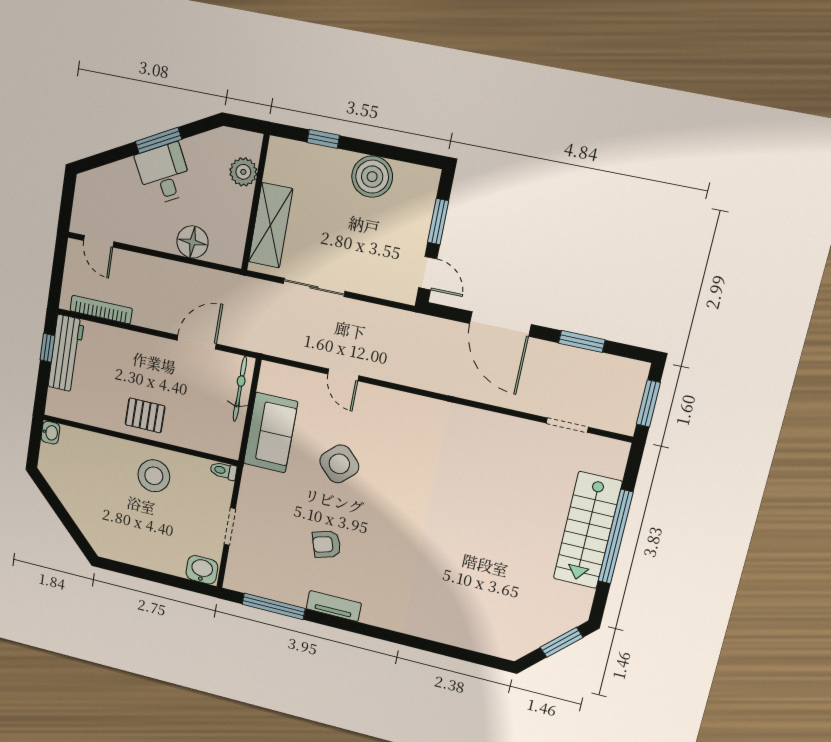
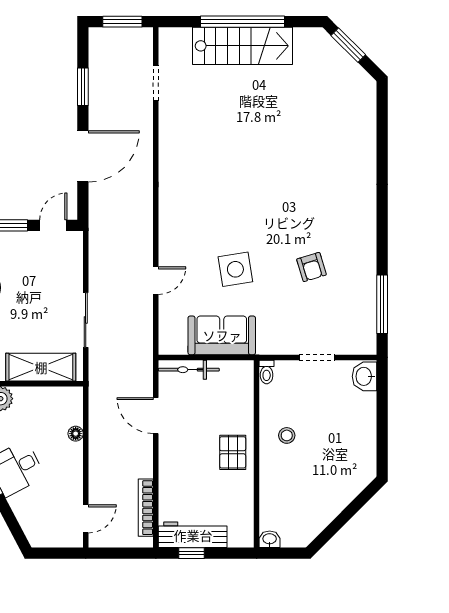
floor lamp: (192, 242) -> (76, 434), width x0.53, depth x0.53
side table: (339, 464) -> (235, 269), turned 35
stool: (154, 476) -> (287, 435), width x0.53, depth x0.53
tv unit: (334, 606) -> (367, 250), removed

